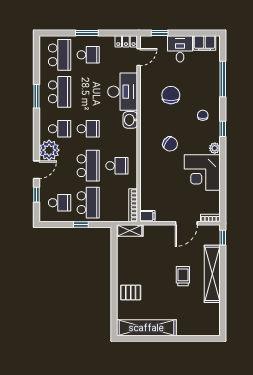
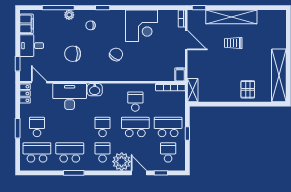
plant: (215, 148) -> (69, 15), moved

